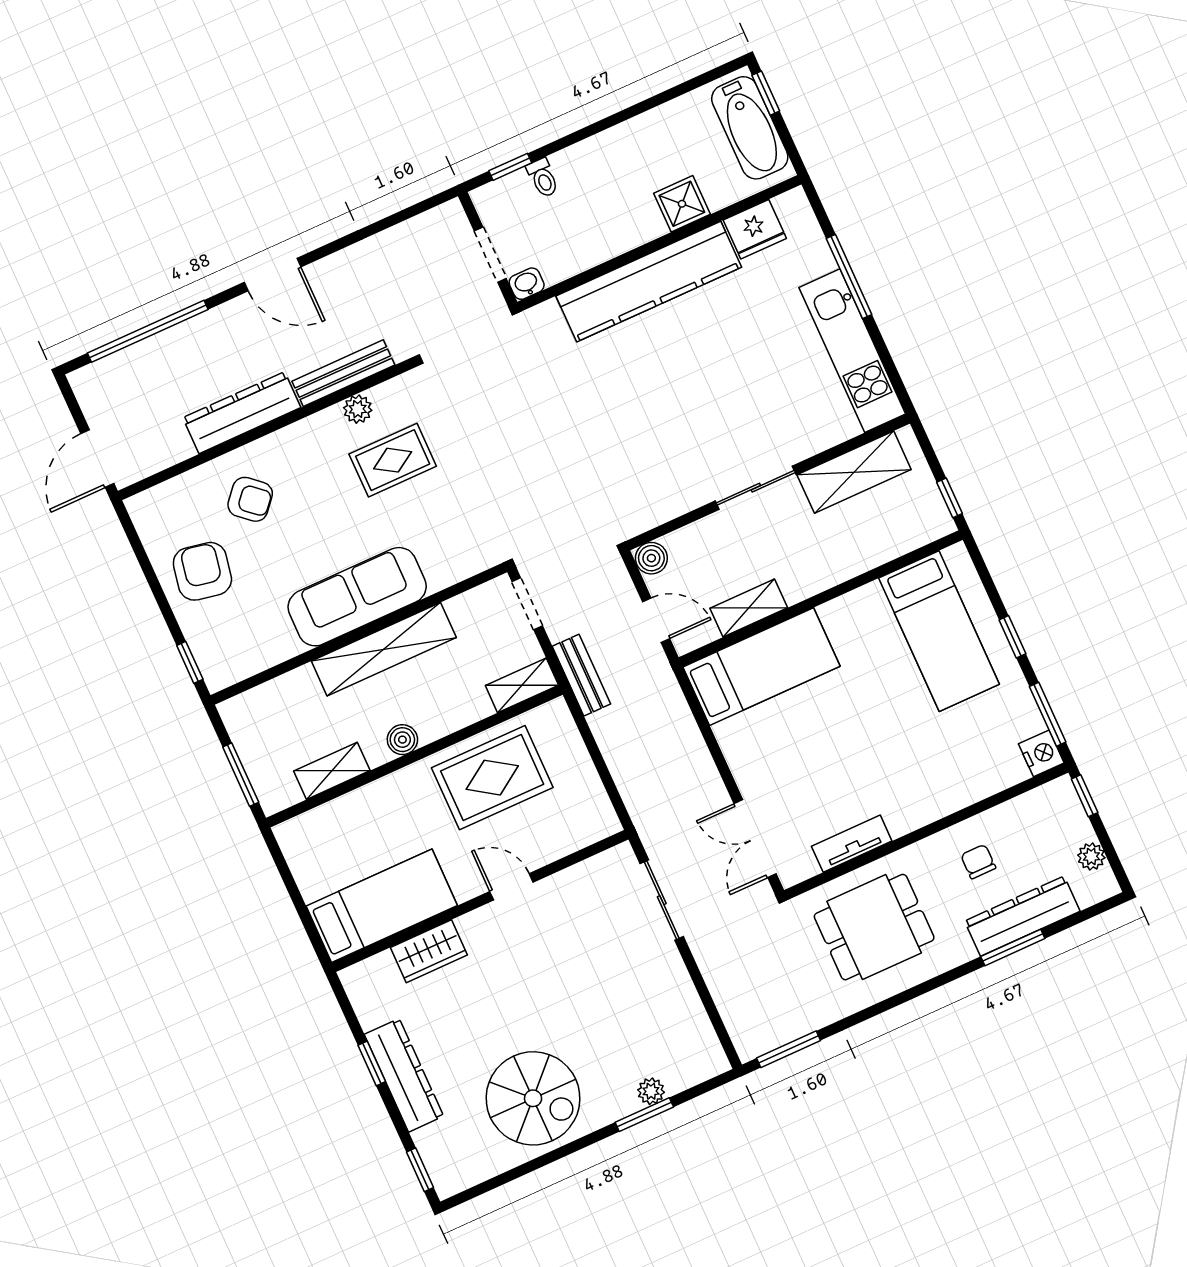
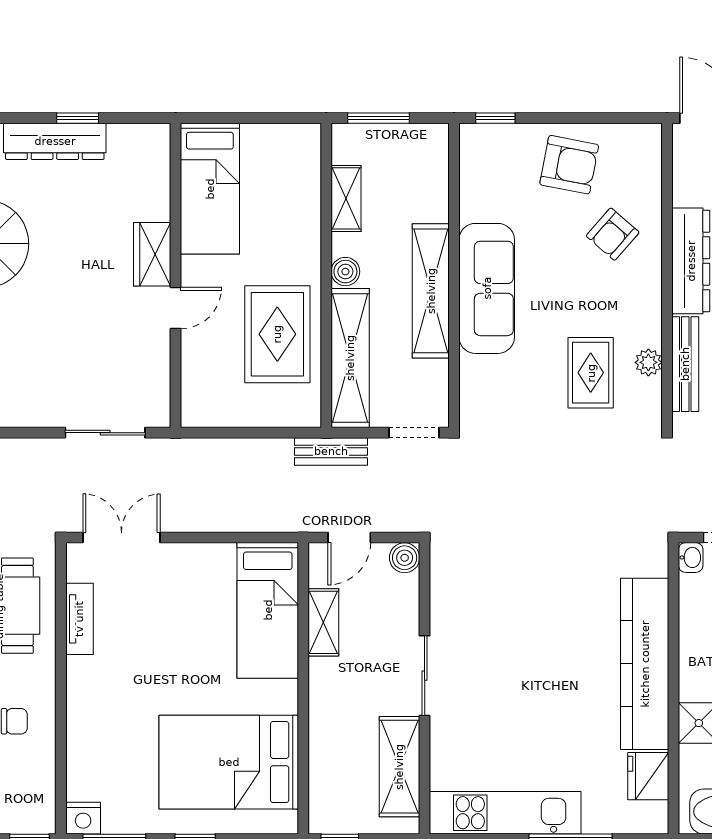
bed: (939, 631) -> (229, 762), width x1.50
shelving: (522, 685) -> (350, 358), width x2.20, depth x1.33
wardrobe: (429, 951) -> (152, 254), moved

